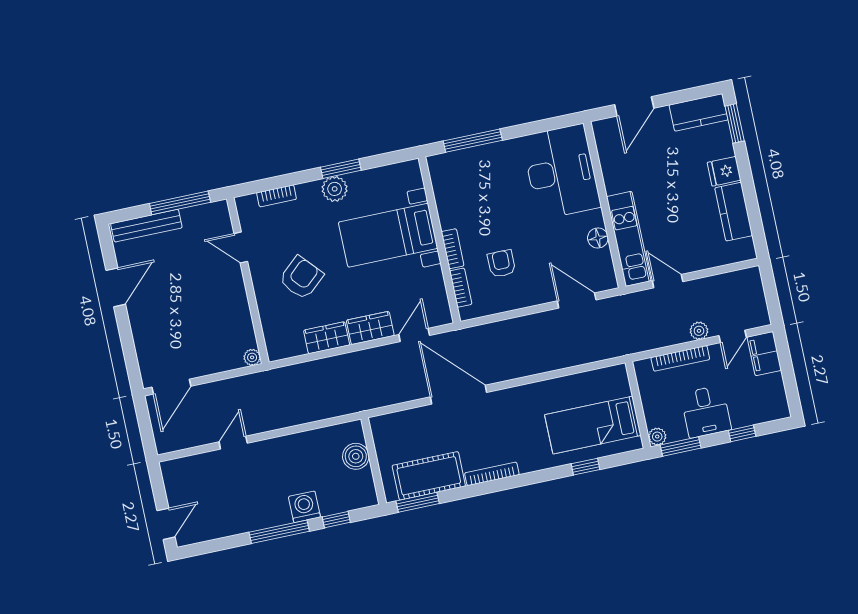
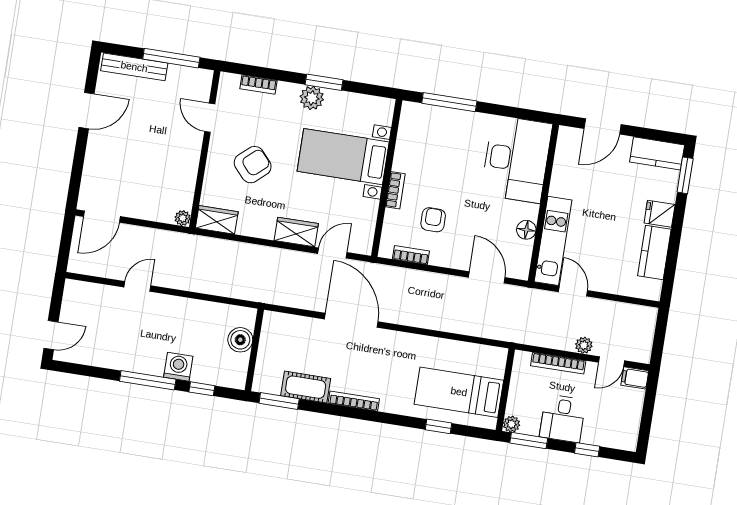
bookcase: (461, 288) -> (411, 255), moved, turned -90
wardrobe: (327, 338) -> (217, 220), moved
filing cabinet: (764, 354) -> (635, 378), width x0.50
cot: (429, 476) -> (306, 387), width x0.73, depth x0.75

